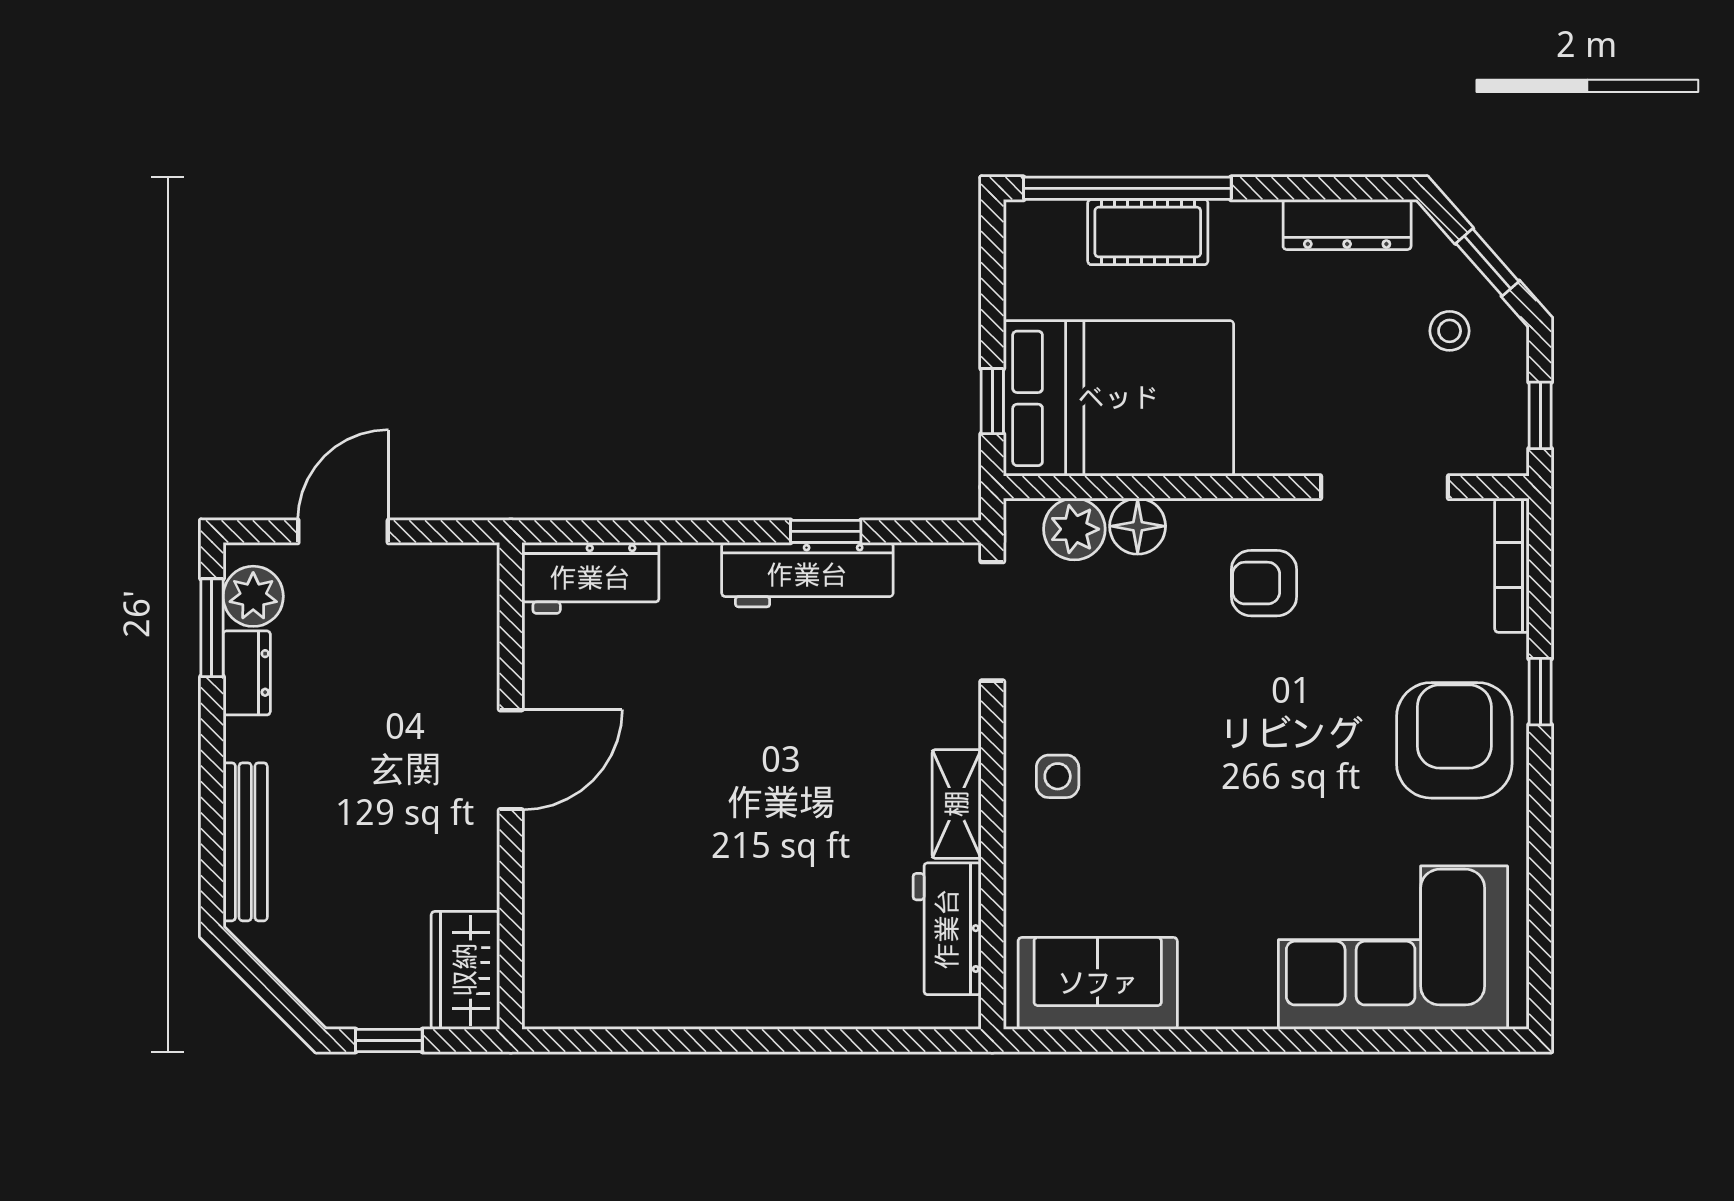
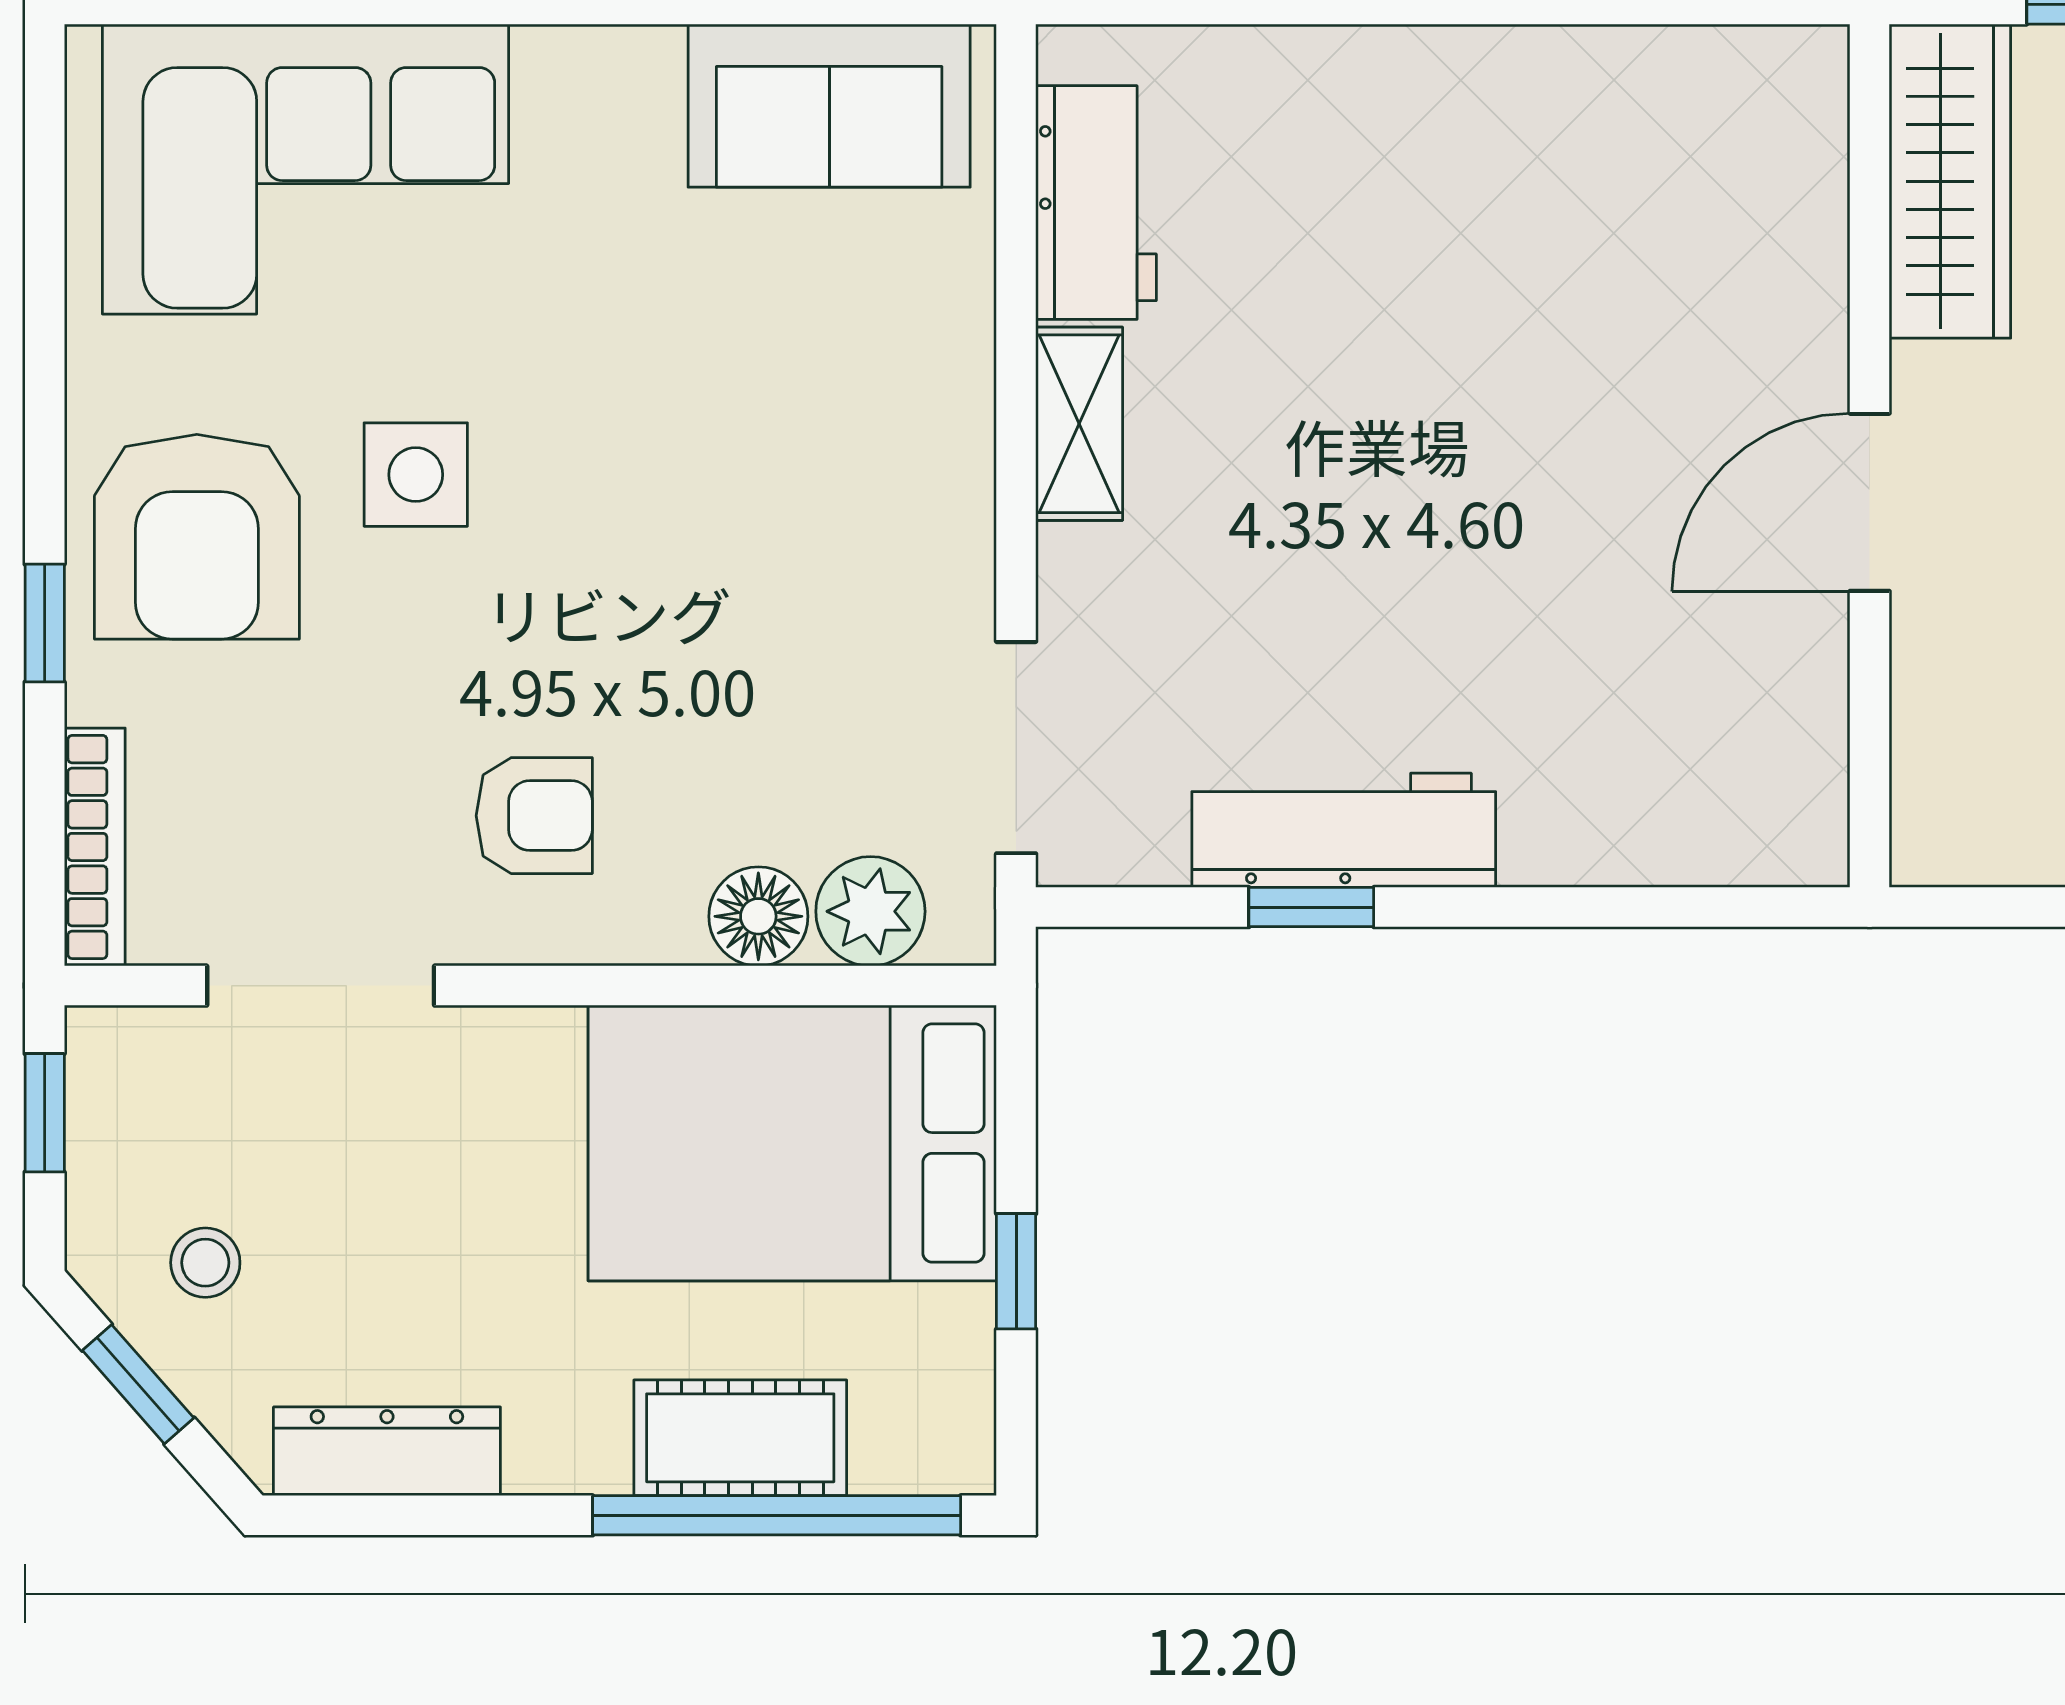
window: (992, 401) -> (1016, 1271), moved
workbench: (590, 578) -> (1728, 825), removed
side table: (1058, 776) -> (416, 475), moved, width x1.37, depth x1.37
wardrobe: (465, 970) -> (1950, 181), width x1.50

